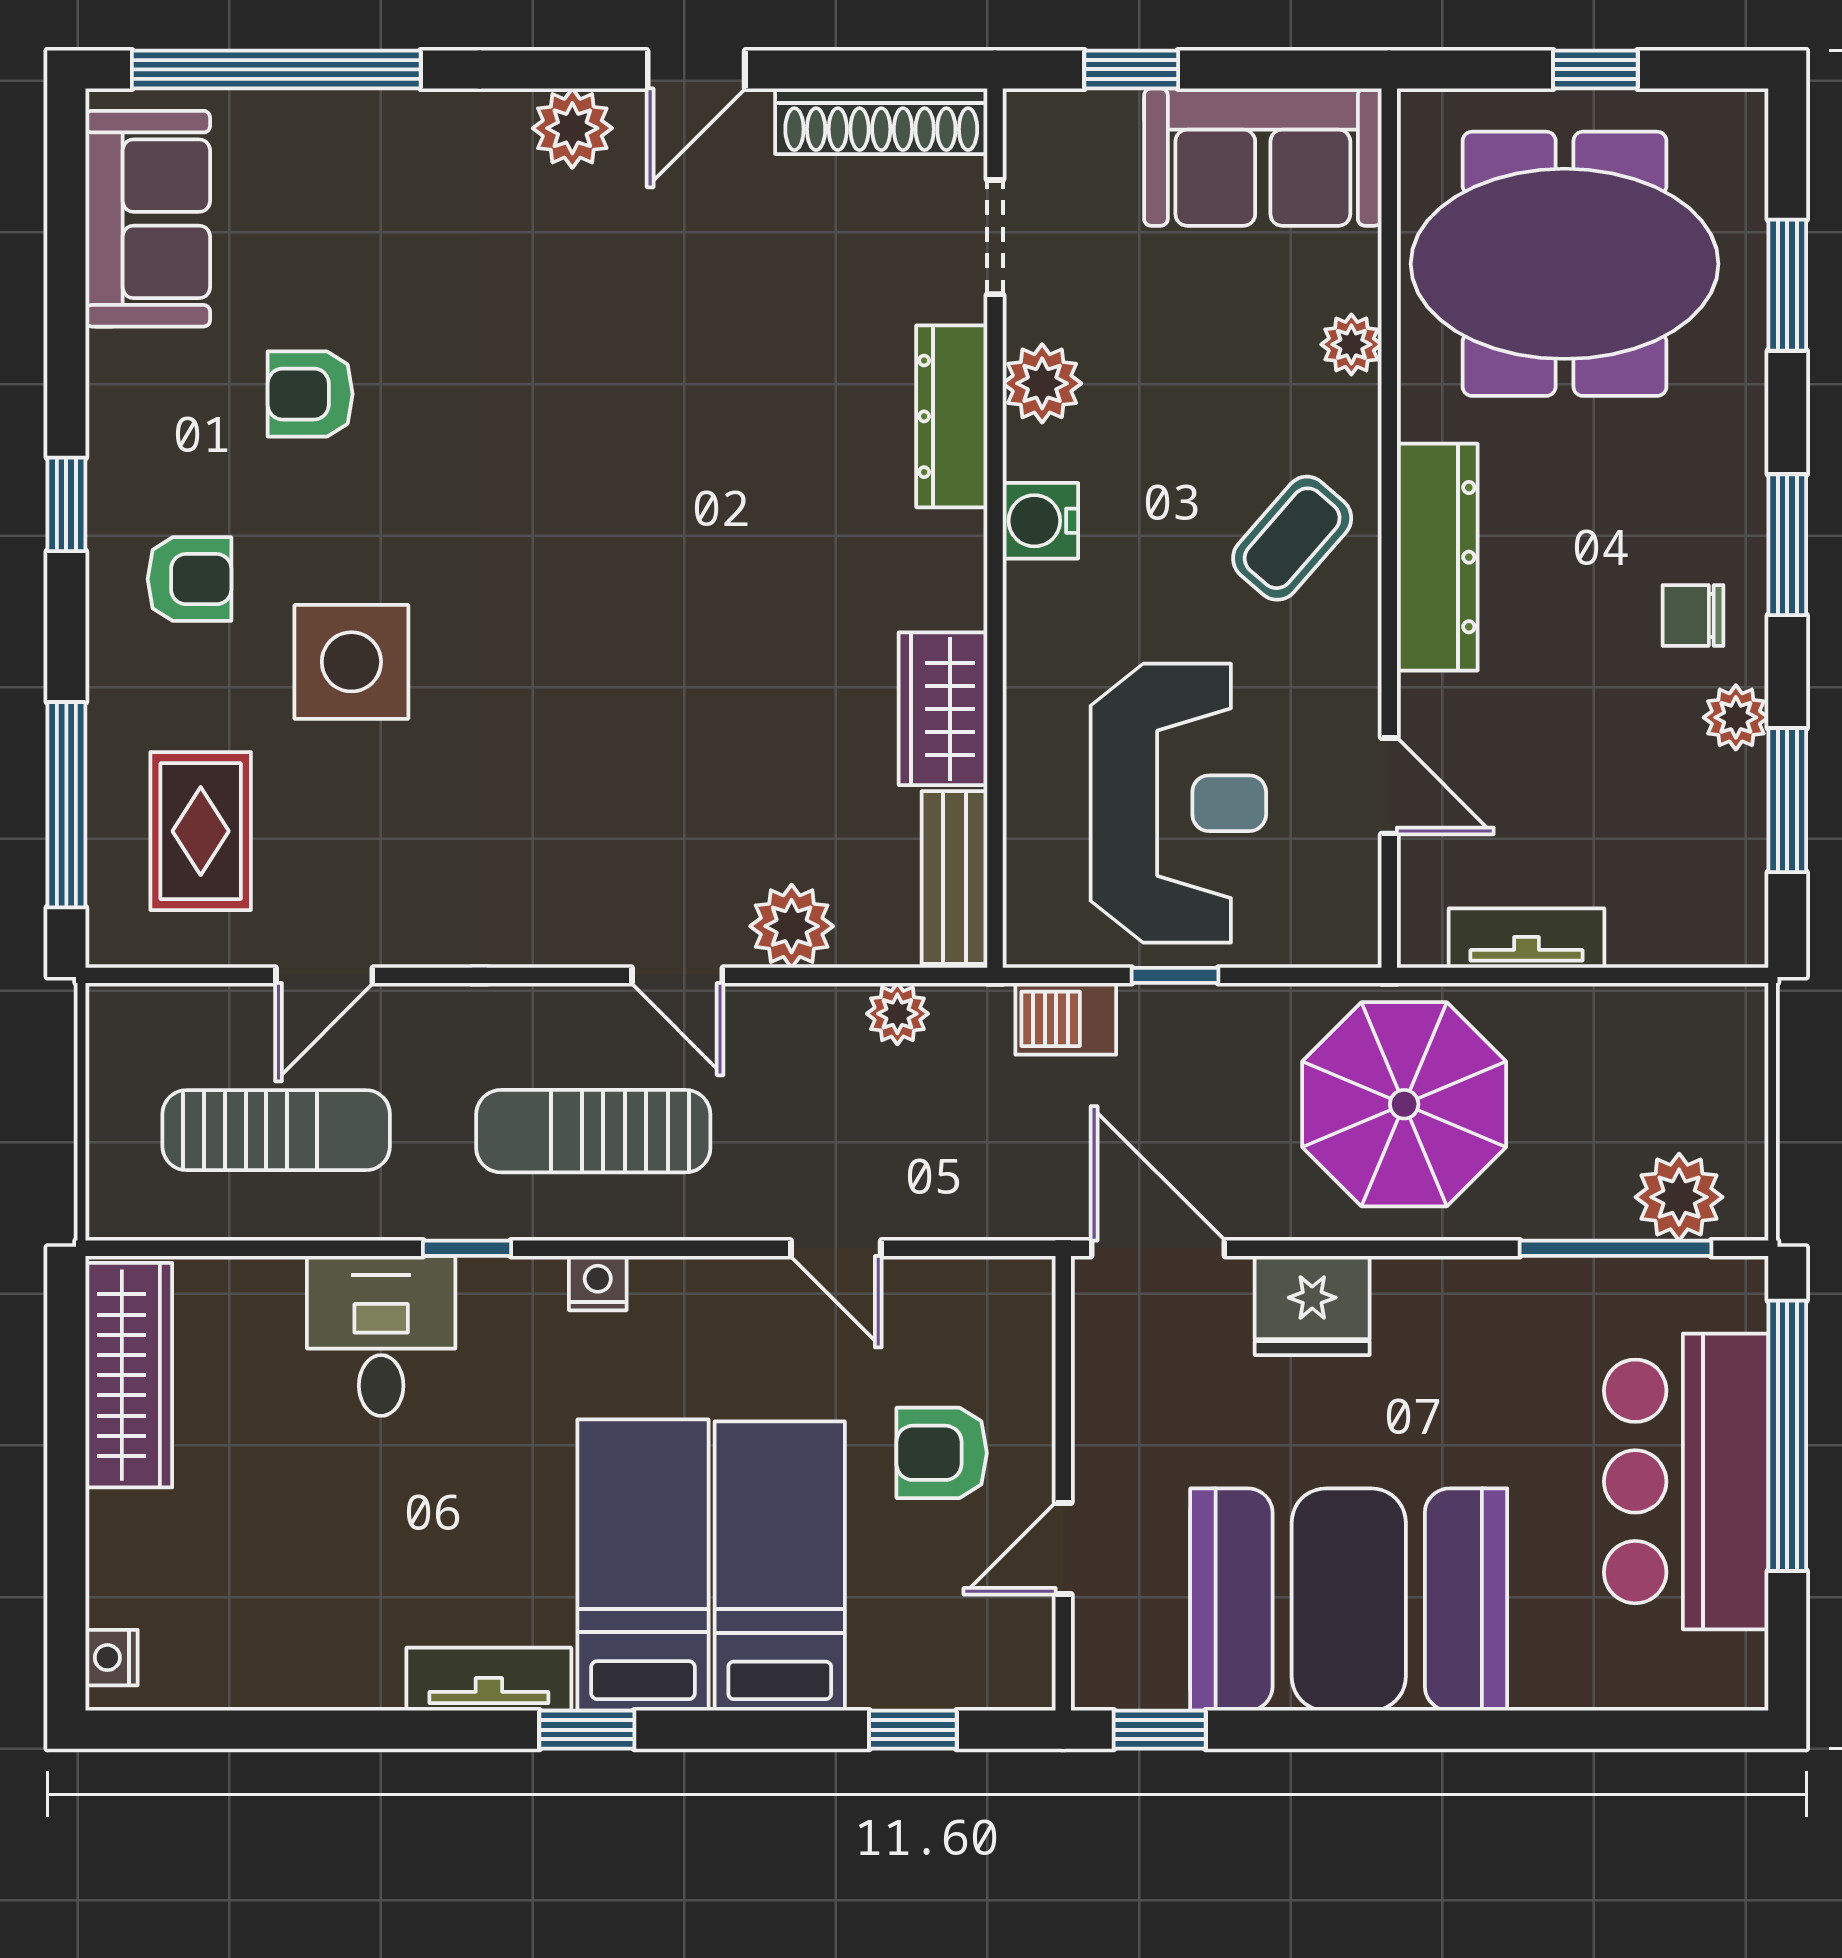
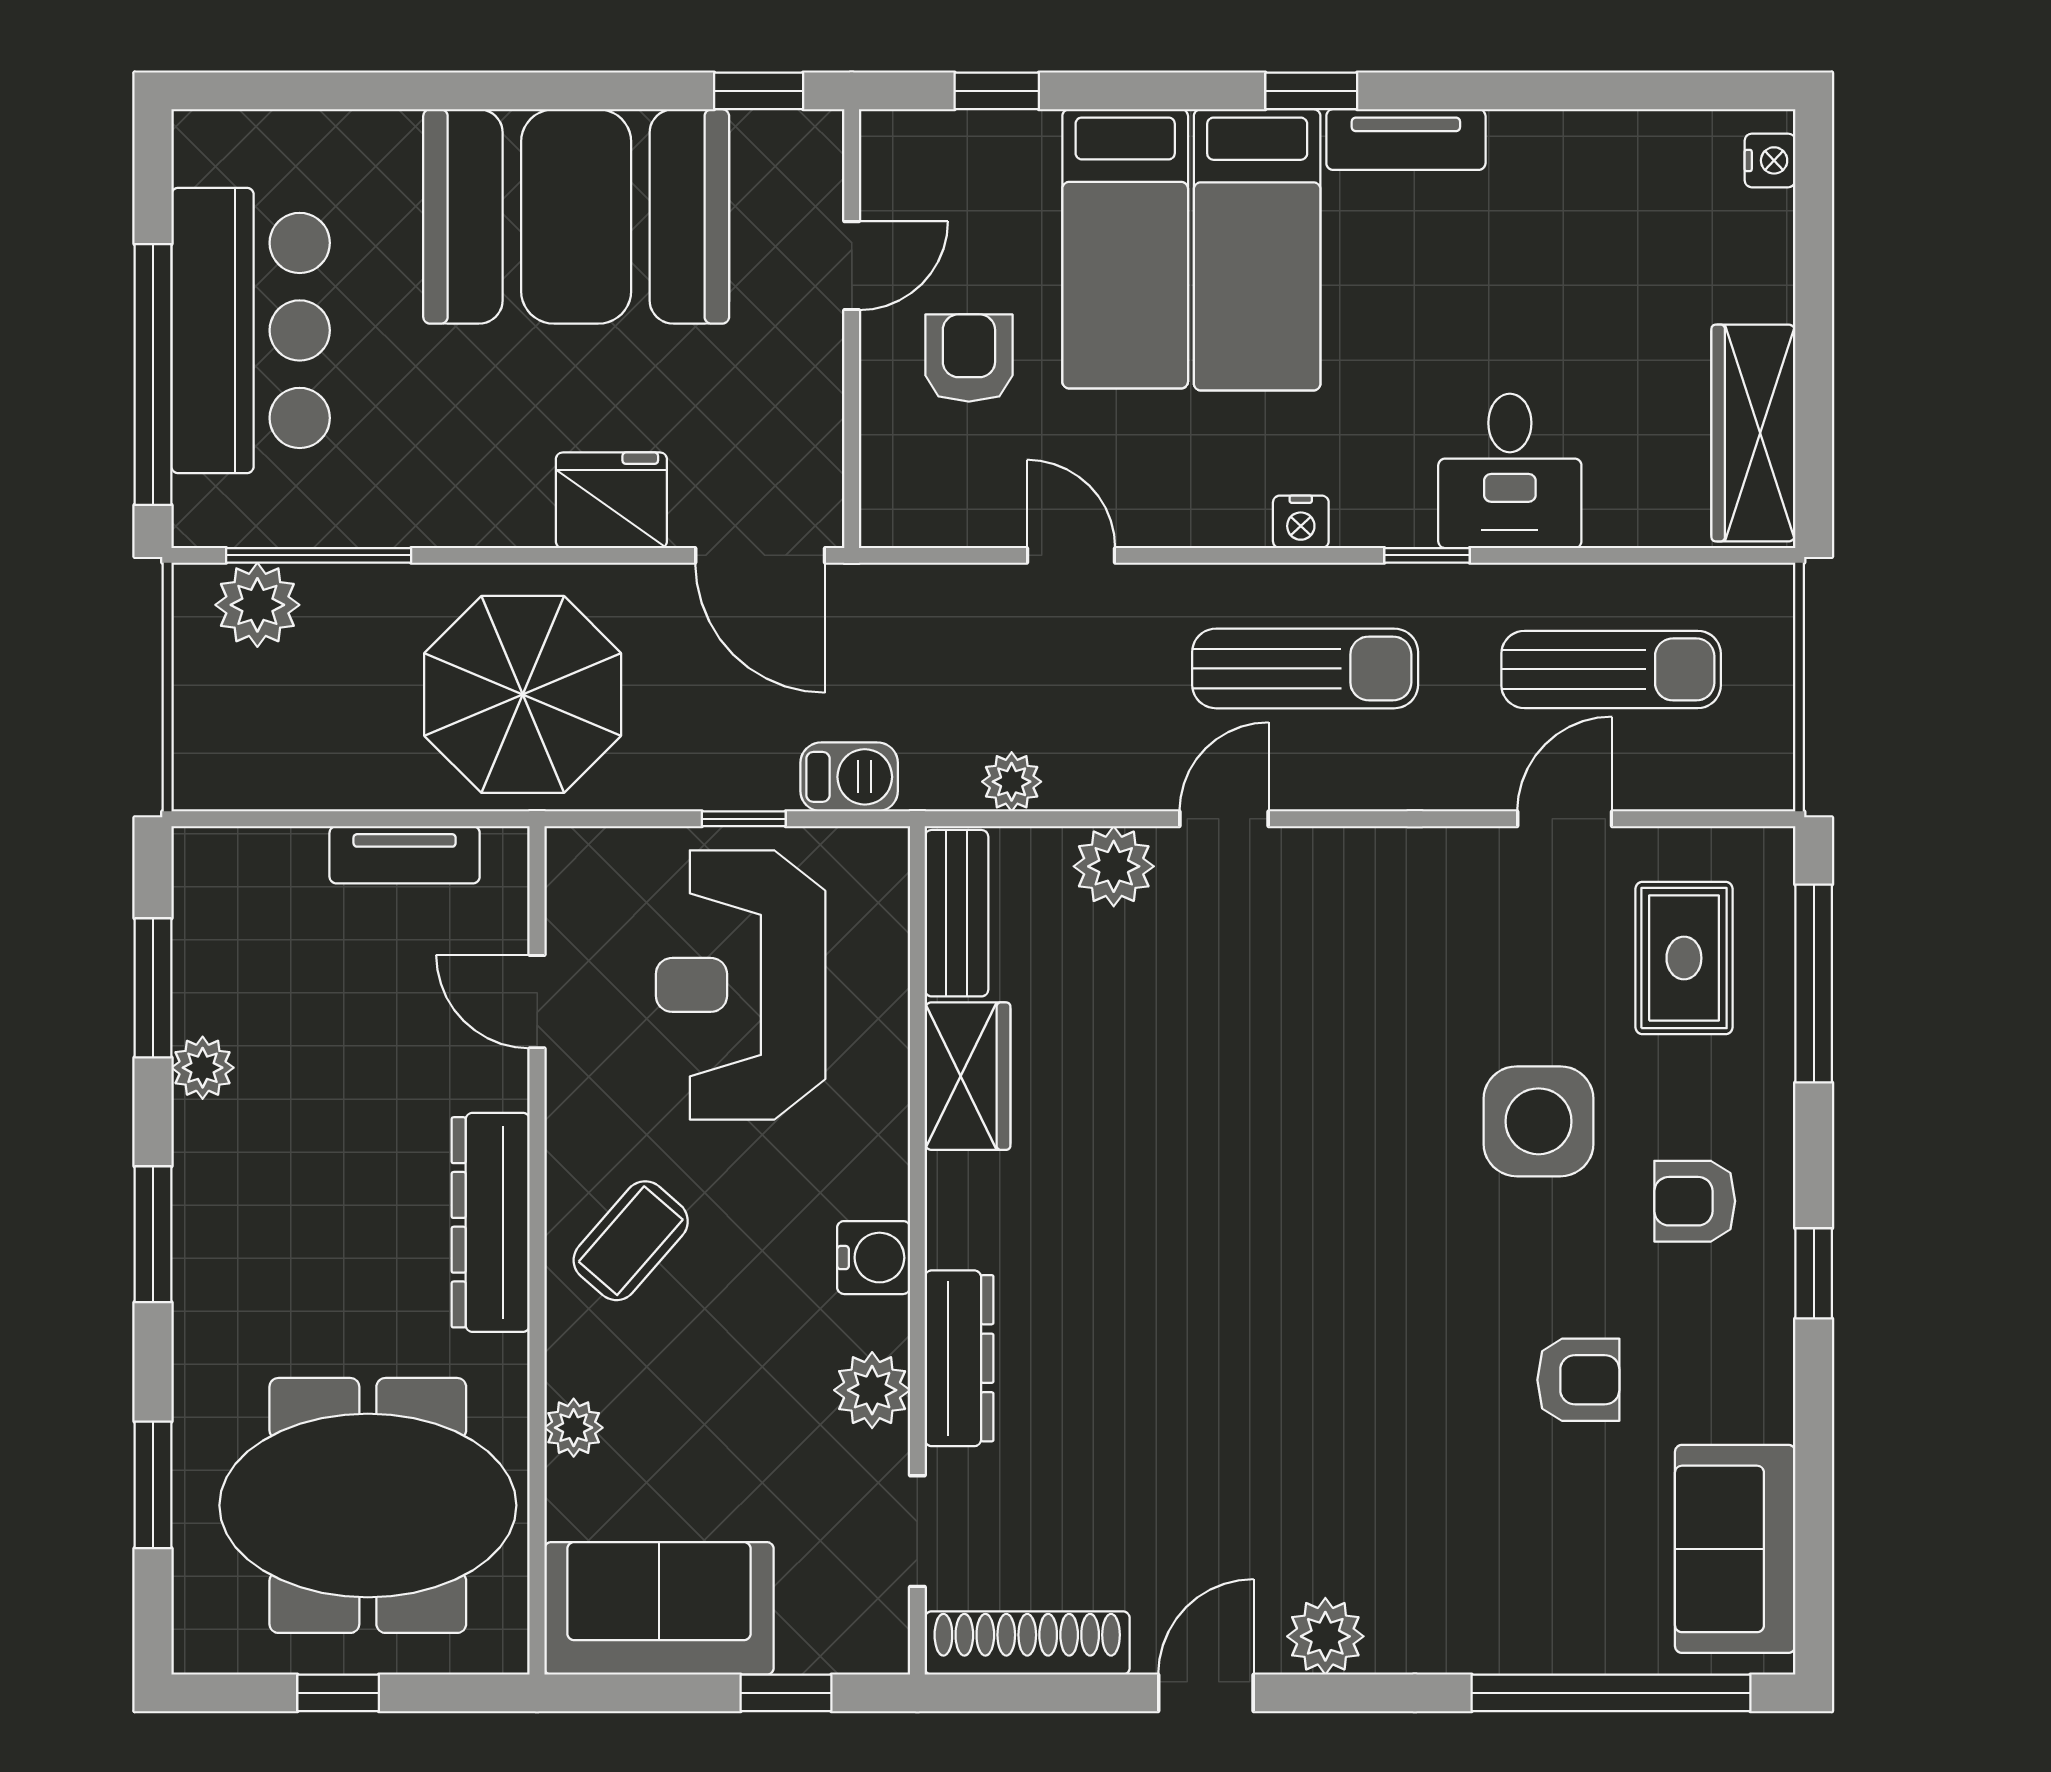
chair: (1693, 616) -> (244, 1166), removed
door: (677, 975) -> (1224, 819), hinge flipped
sun lounger: (276, 1130) -> (1611, 669), turned 180
armchair: (942, 1453) -> (969, 358), turned -90

